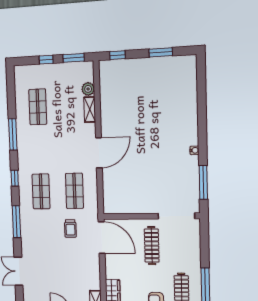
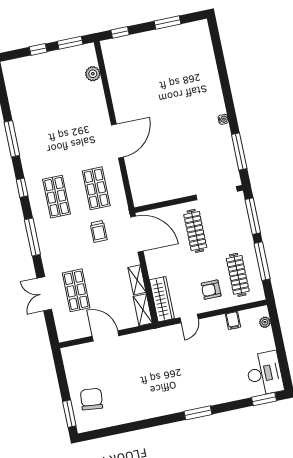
shop shelf: (38, 107) -> (76, 290), moved
shelving: (90, 110) -> (137, 280), moved
window: (204, 243) -> (253, 216), added

